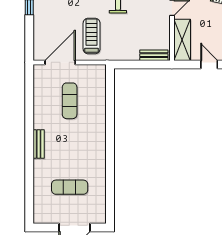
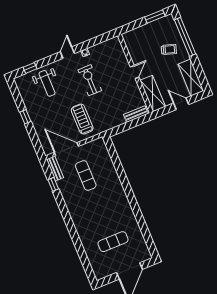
door: (60, 62) -> (66, 149), hinge flipped
window: (29, 96) -> (53, 184), added
bench: (39, 144) -> (55, 168), moved

